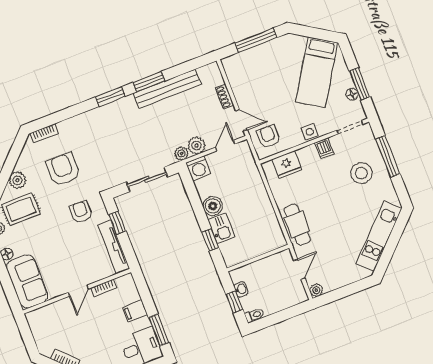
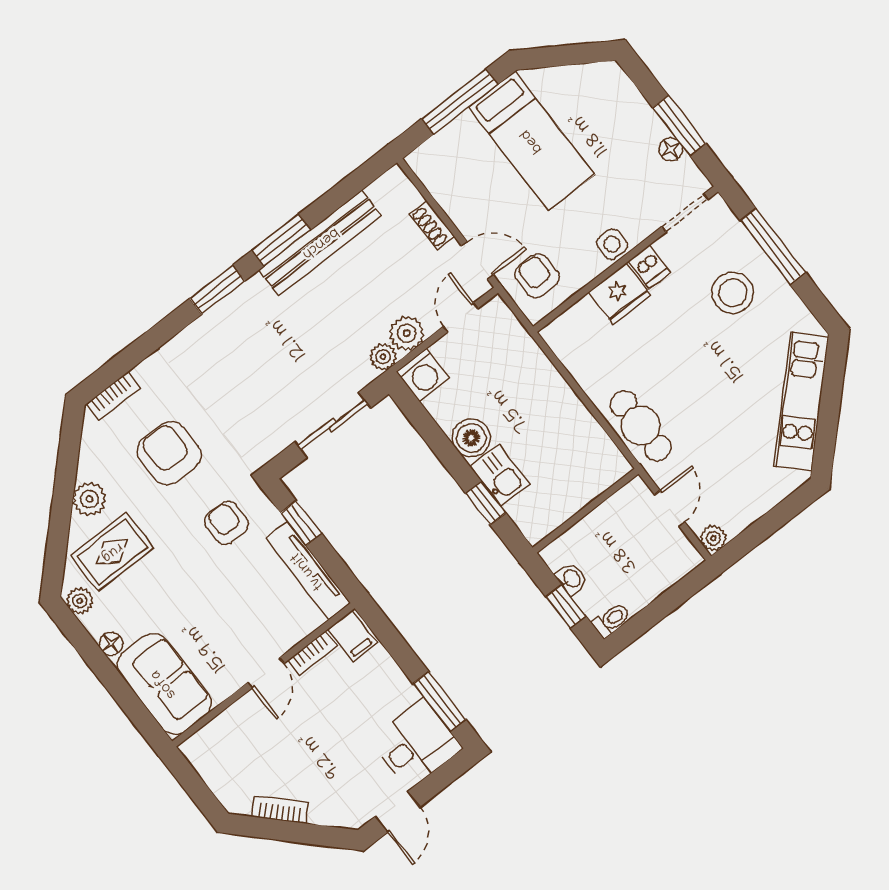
bed: (317, 72) -> (532, 141), moved, turned -32
fridge: (287, 165) -> (620, 294), moved
filing cabinet: (135, 311) -> (352, 636), moved, turned -90

